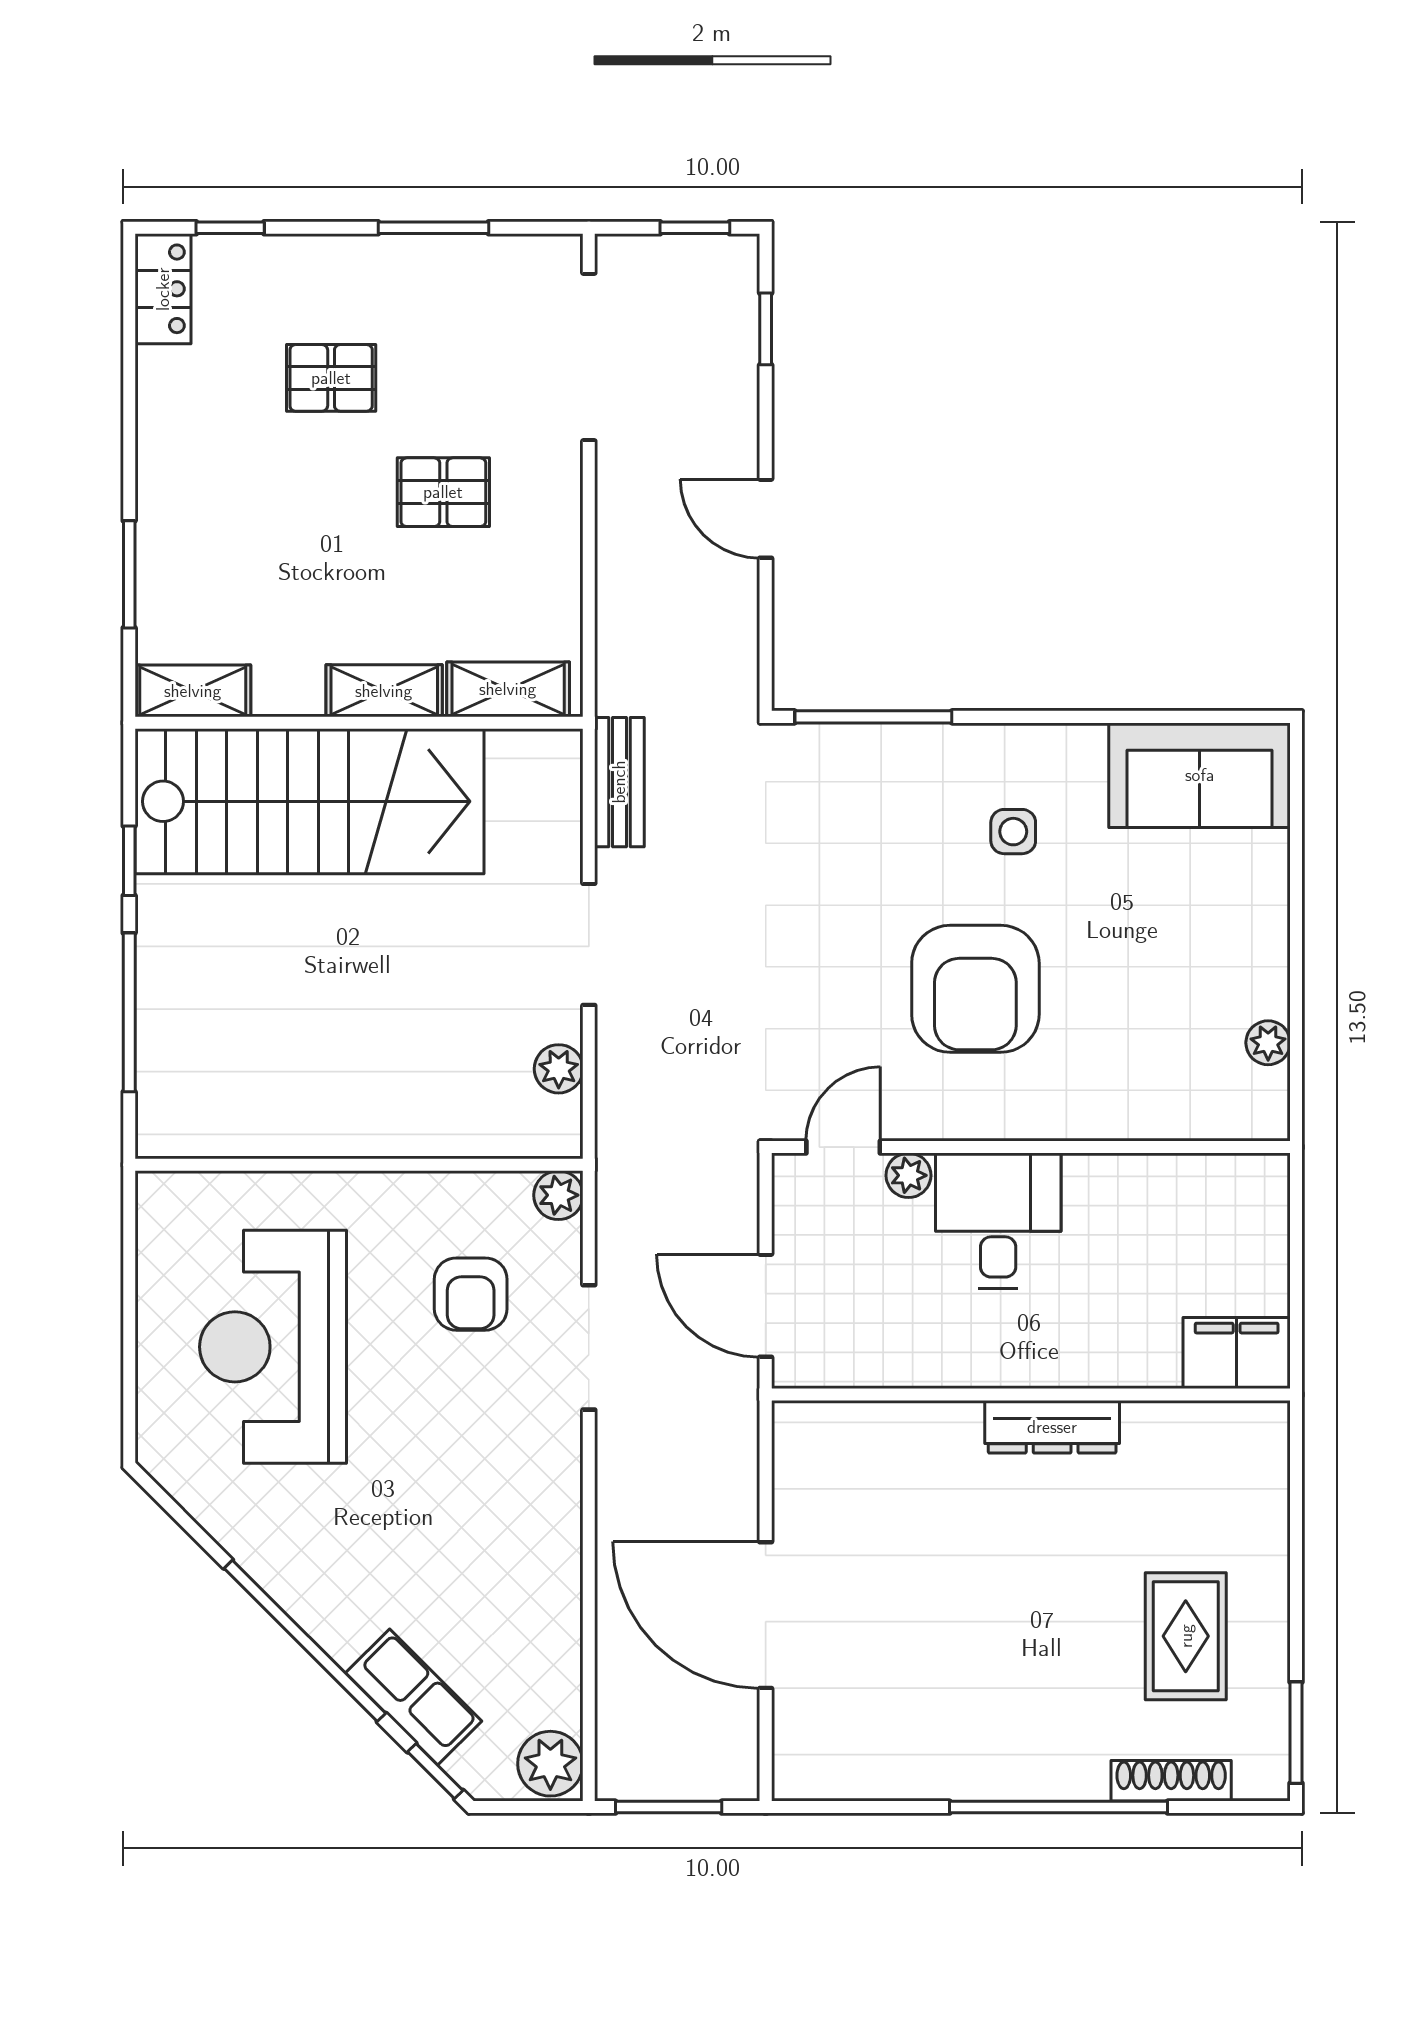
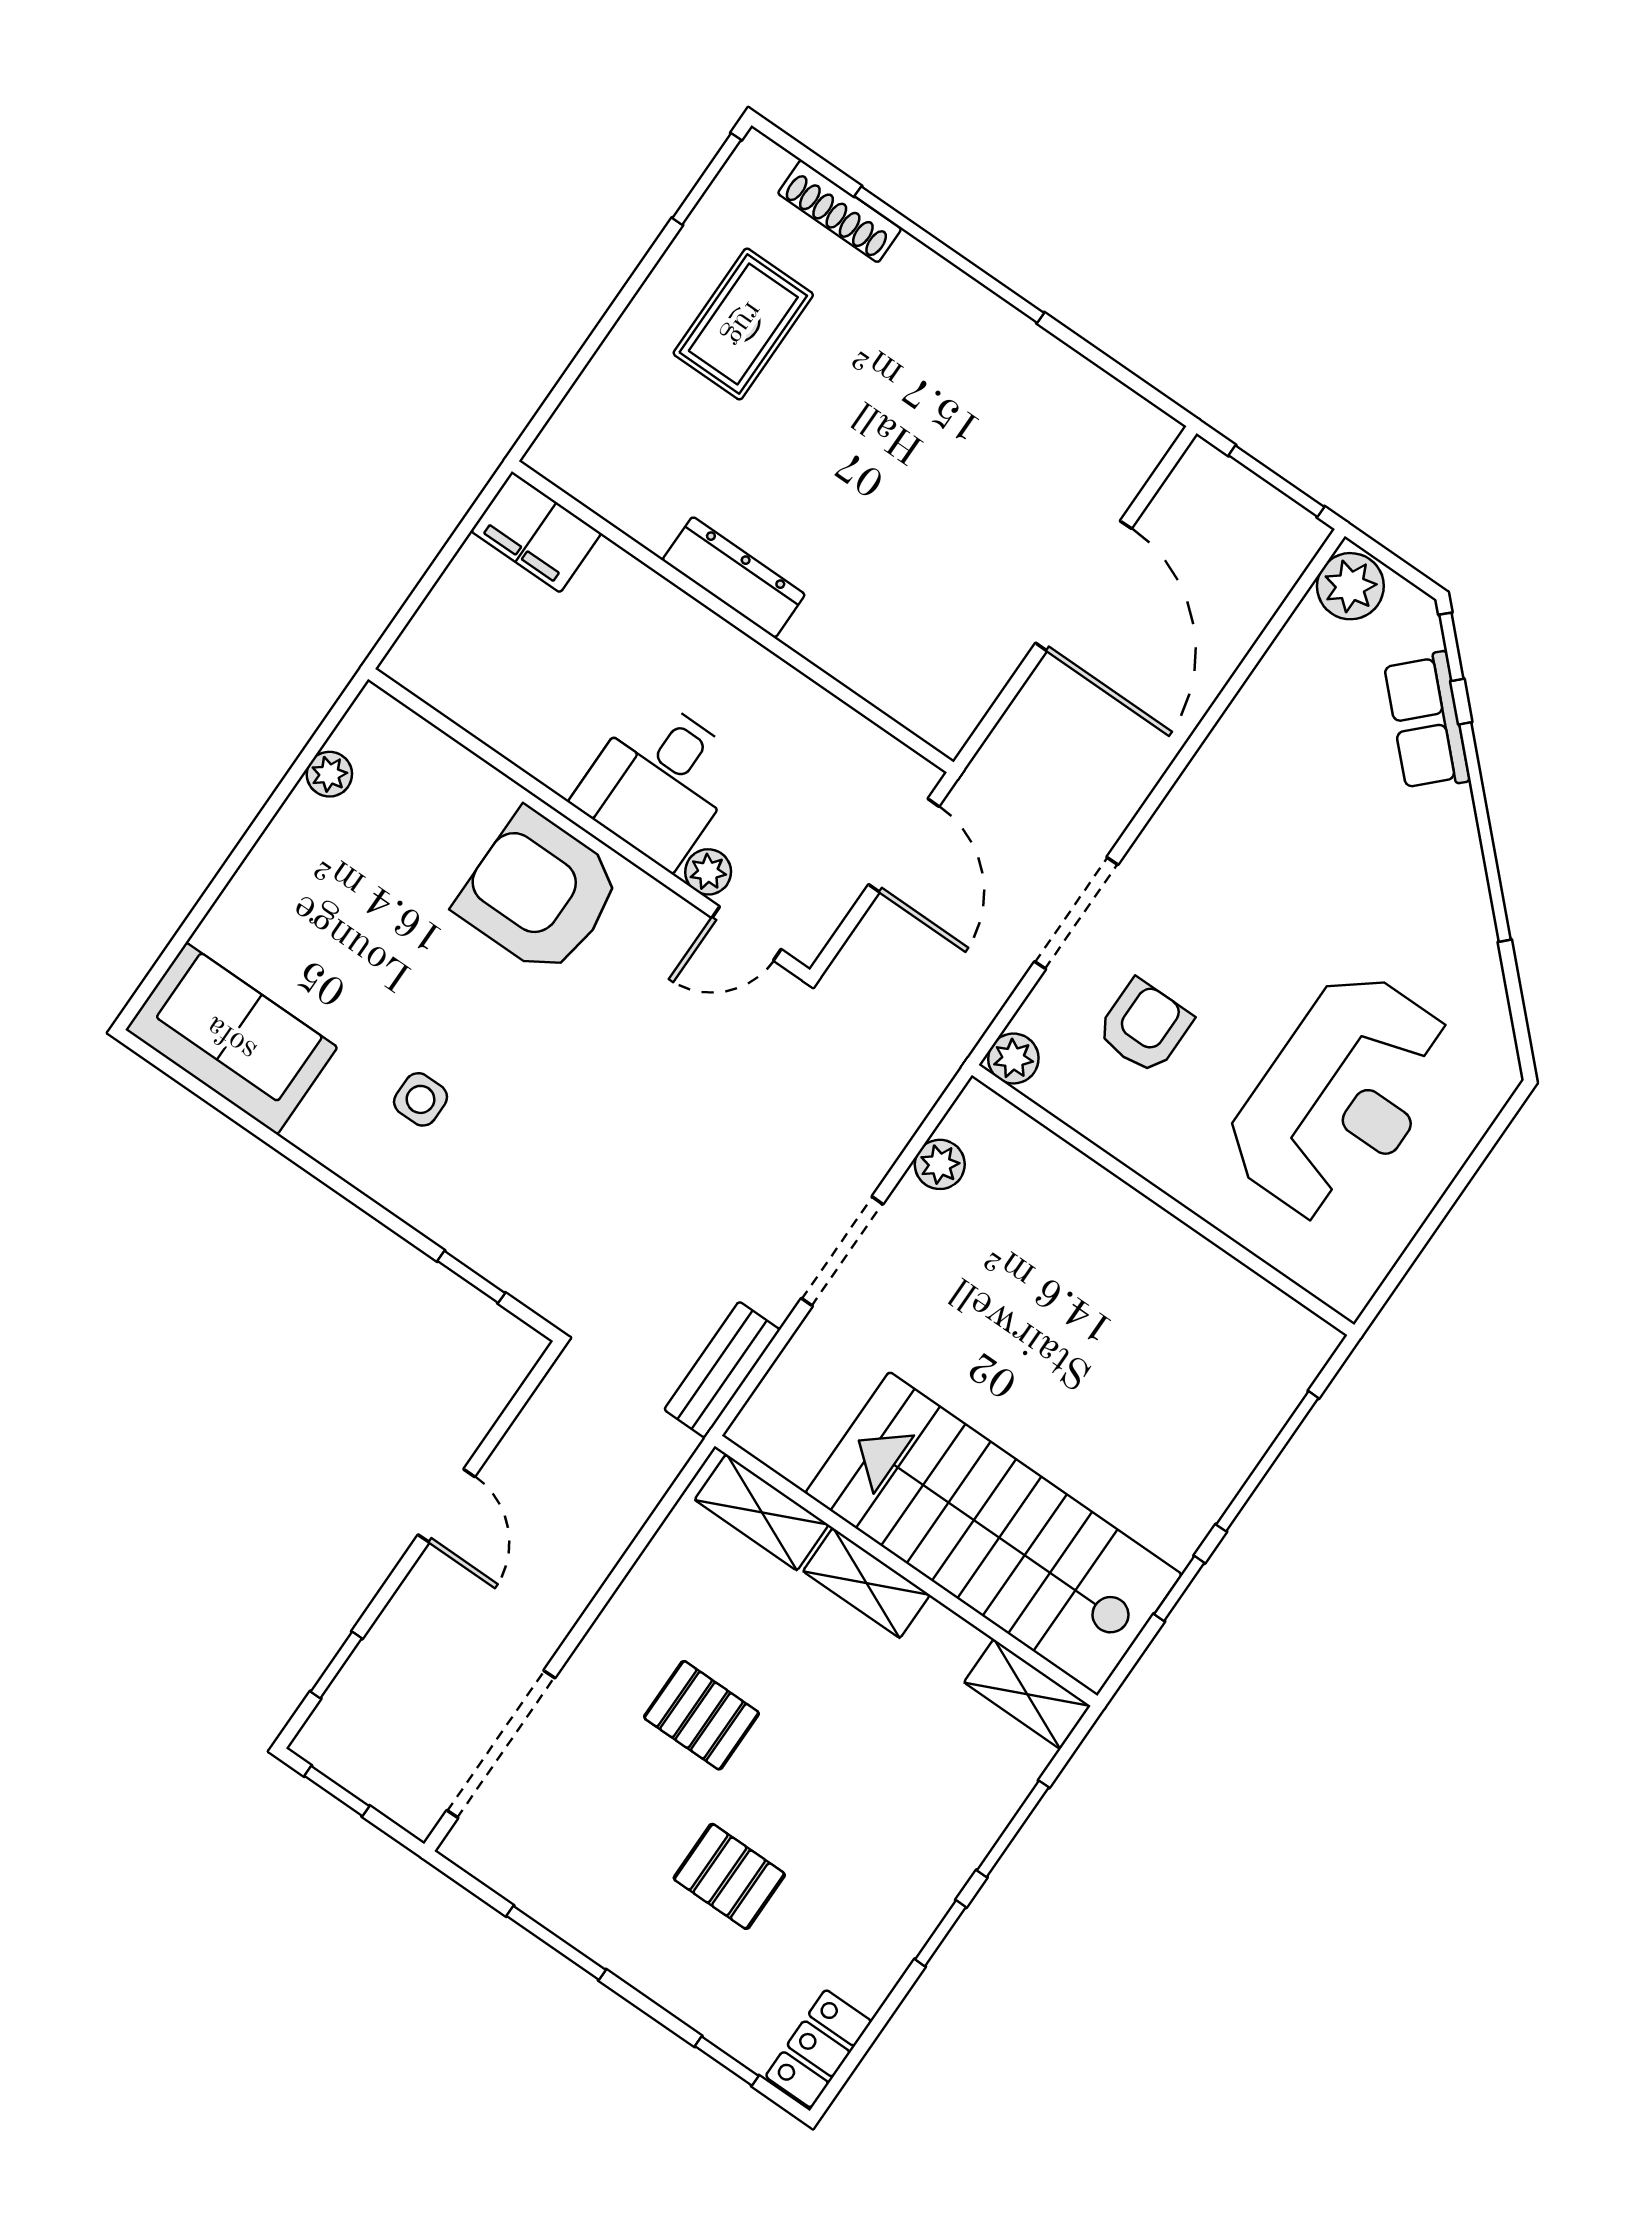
window: (129, 450) -> (941, 1933), added
window: (873, 717) -> (471, 1277), width x0.46
armchair: (975, 989) -> (539, 893), moved, turned -90

